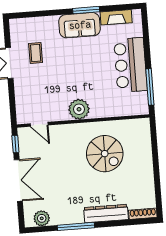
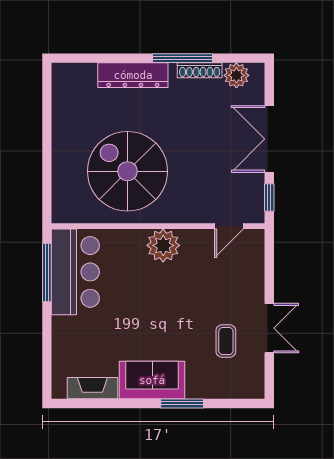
window: (86, 10) -> (182, 403), moved
bar counter: (130, 65) -> (75, 272), moved
door: (39, 124) -> (229, 226), swing flipped
spiral stairs: (105, 154) -> (127, 171), width x1.37, depth x1.37
shoe rack: (143, 214) -> (200, 70), moved

